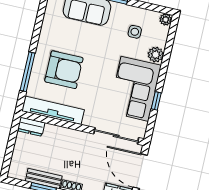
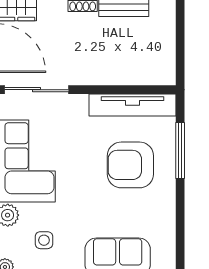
dresser: (31, 127) -> (158, 75), removed

